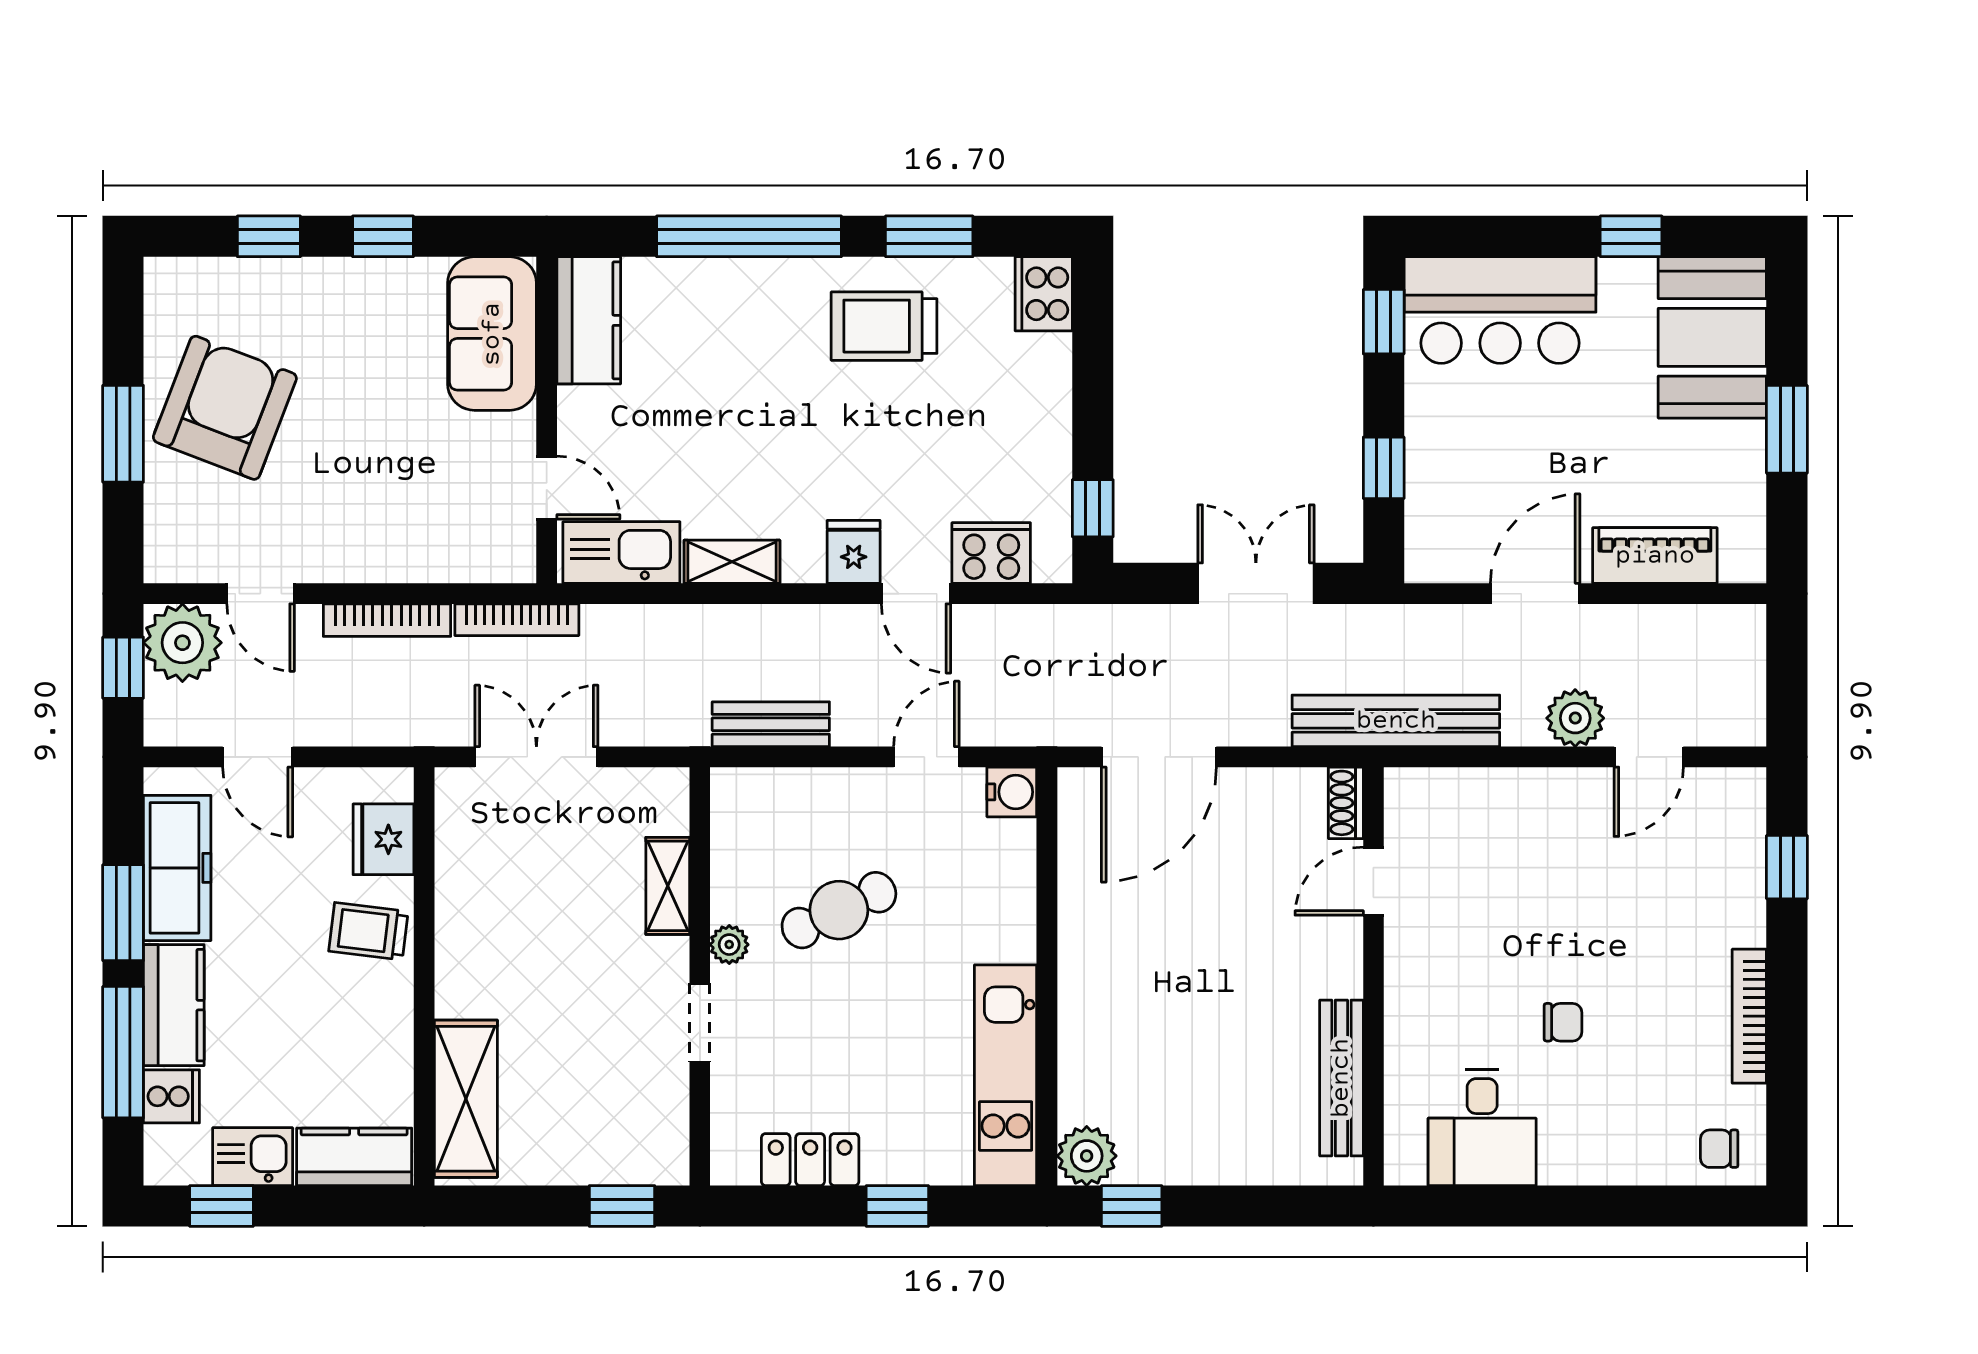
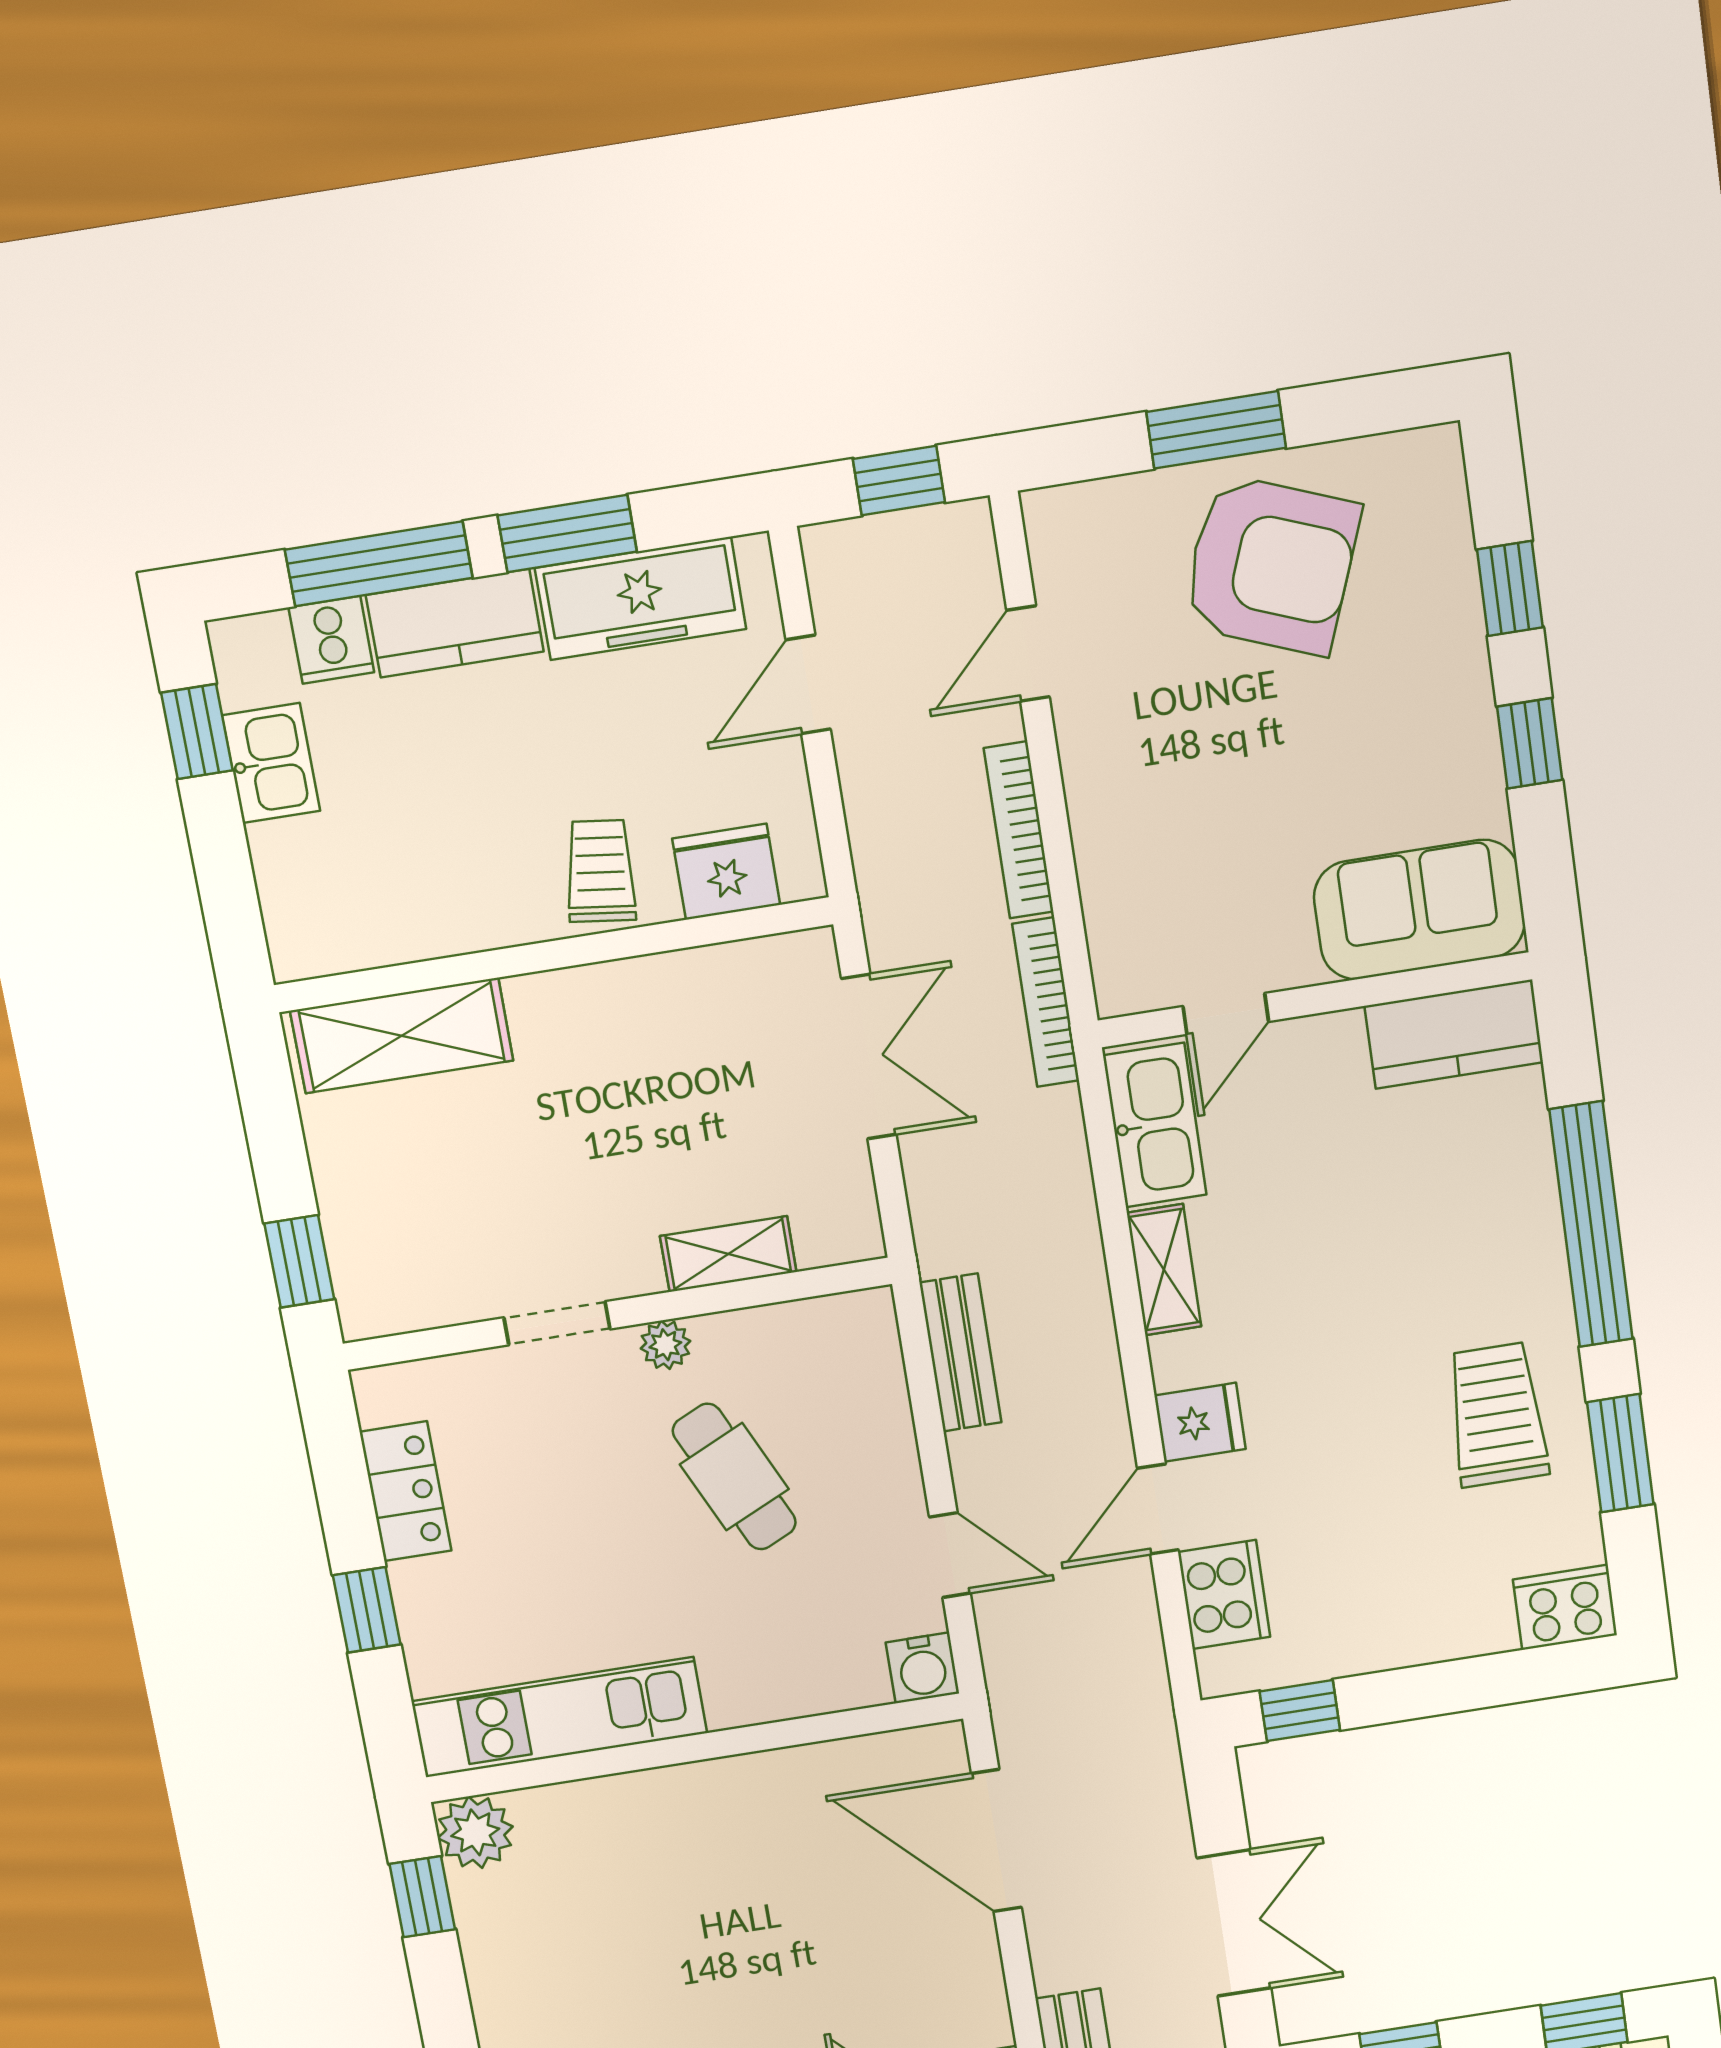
plant: (182, 643) -> (945, 557), removed
kitchen counter: (354, 1157) -> (297, 900), removed

